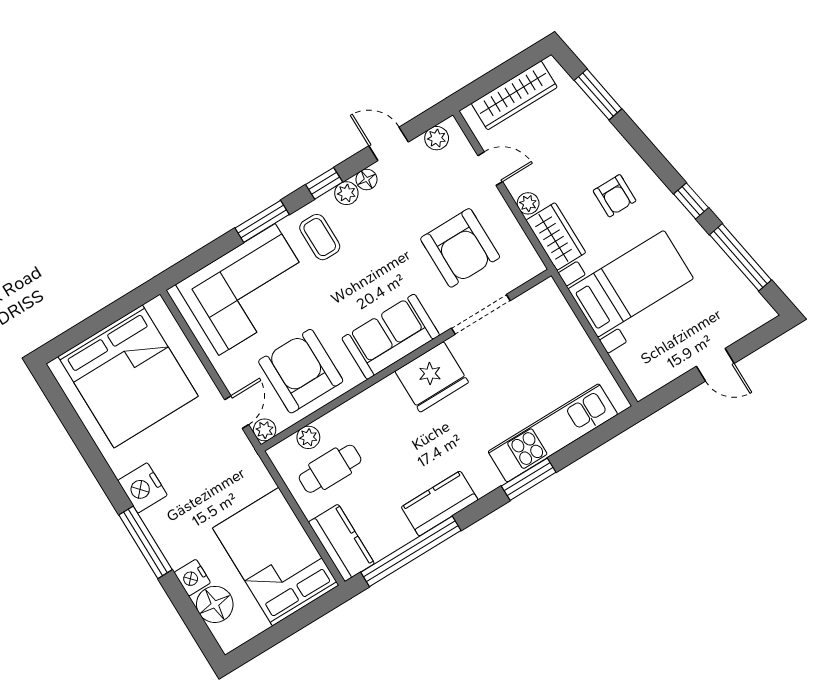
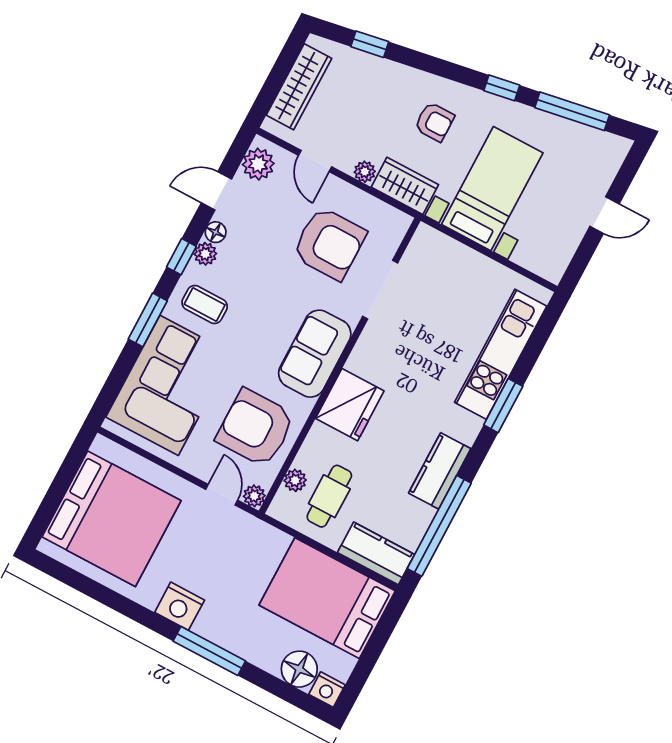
window: (598, 95) -> (370, 44), width x0.67
plant: (437, 138) -> (258, 164), width x1.38, depth x1.38
door: (490, 169) -> (315, 161), swing flipped
fridge: (432, 377) -> (350, 405), moved
nightstand: (192, 578) -> (327, 690), moved

